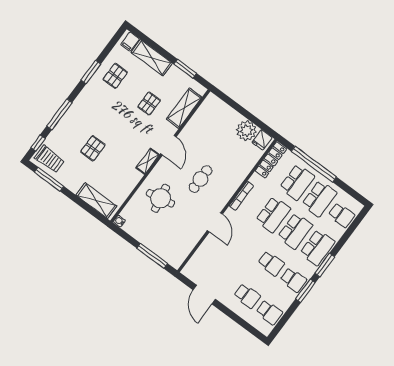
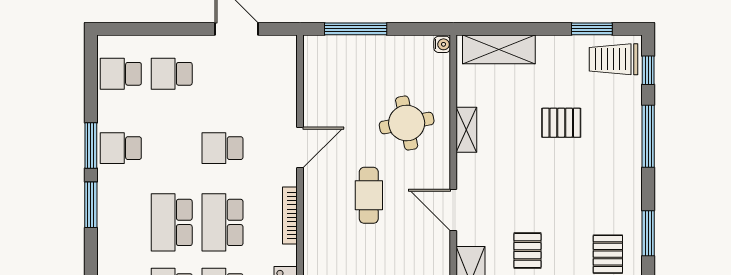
pallet: (93, 148) -> (561, 123), turned 90
shelving: (148, 161) -> (466, 130), moved
window: (49, 179) -> (592, 29), width x0.69
door: (215, 222) -> (300, 147), swing flipped
school desk: (317, 247) -> (121, 222), removed
school desk: (271, 263) -> (222, 148), moved

